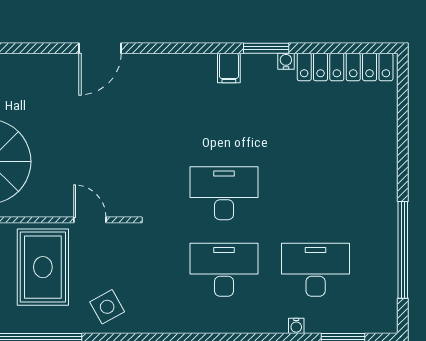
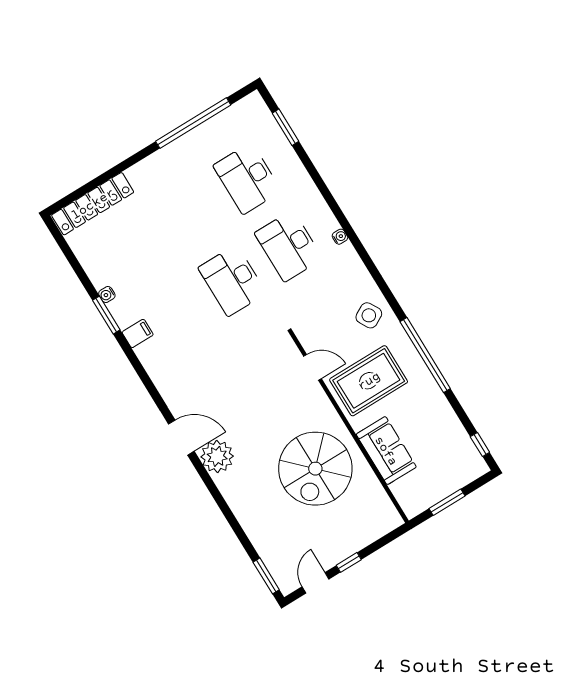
locker: (345, 67) -> (93, 204), moved, turned 90
plant: (60, 72) -> (217, 456), added
door: (90, 220) -> (313, 367), swing flipped
water cooler: (296, 326) -> (340, 237), moved

